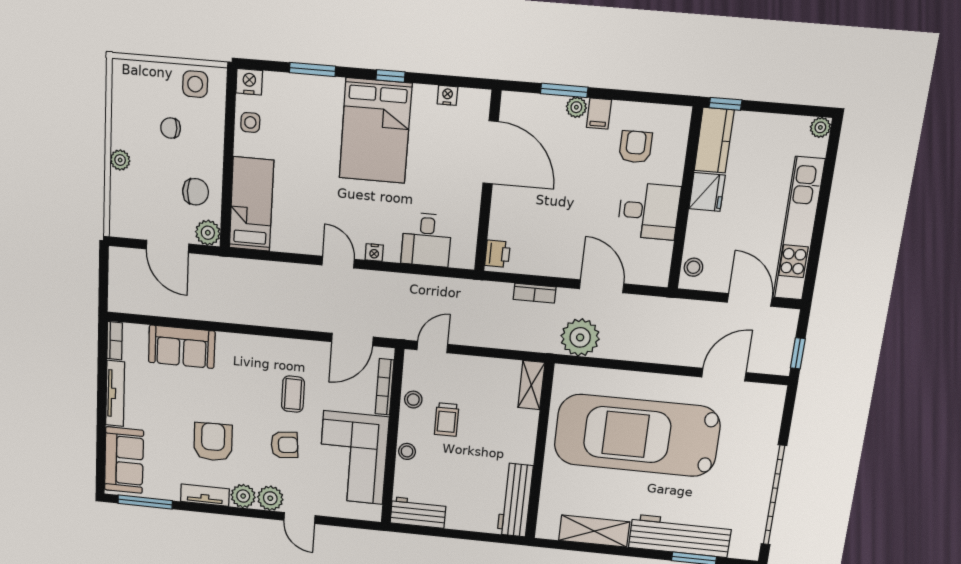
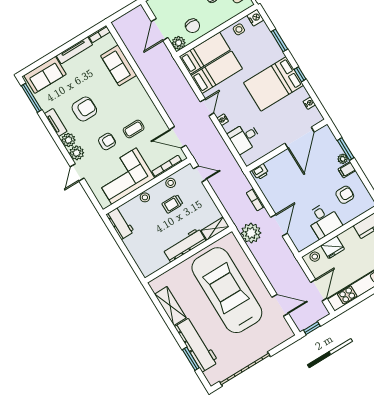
fridge: (707, 192) -> (333, 247), moved
bed: (294, 208) -> (217, 72), added
armchair: (284, 445) -> (107, 142), turned -85
workbench: (515, 500) -> (184, 245), moved

